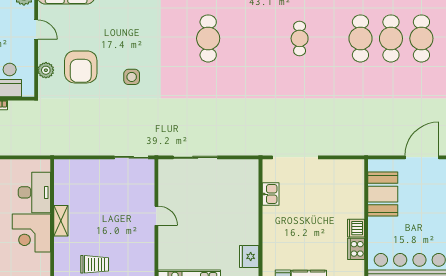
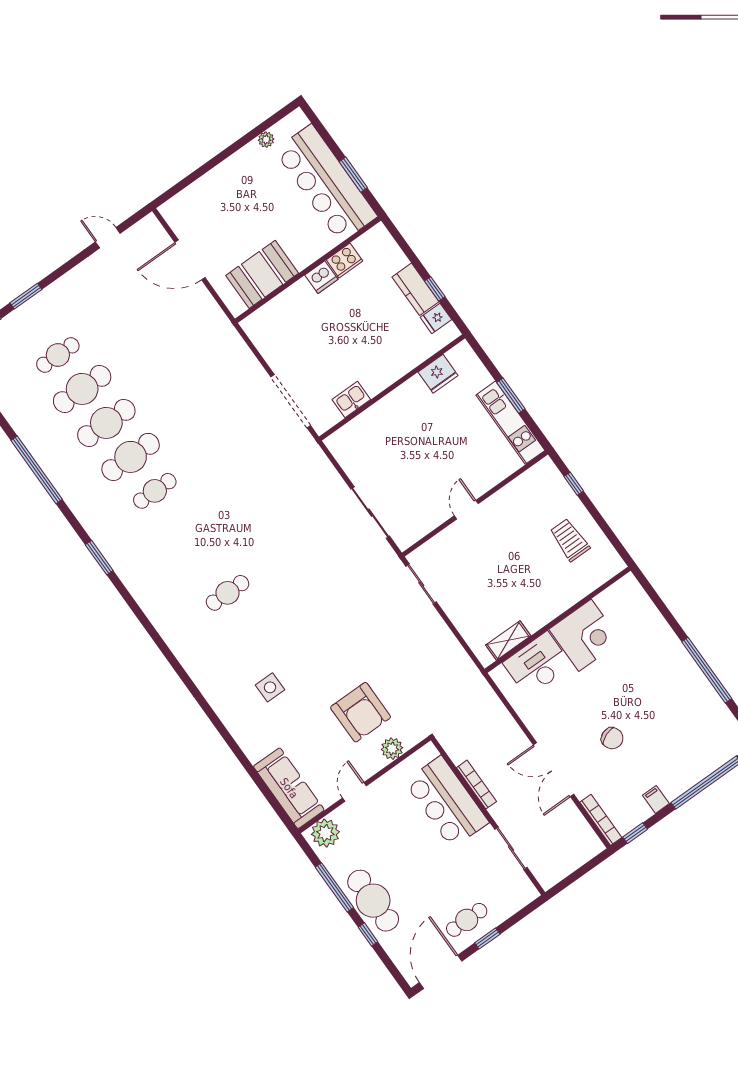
cafe table: (208, 38) -> (228, 593), width x0.73, depth x0.74
cafe table: (330, 38) -> (131, 457), added
cafe table: (421, 38) -> (58, 355), width x0.73, depth x0.74
armchair: (81, 67) -> (361, 712), turned 90
side table: (132, 77) -> (270, 687), moved
shelving: (61, 221) -> (508, 640), moved

